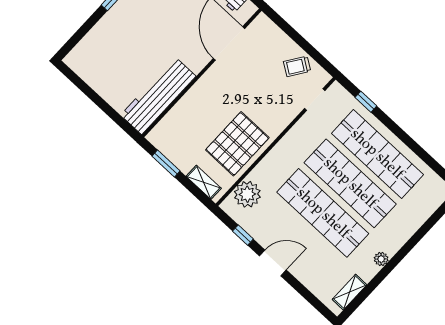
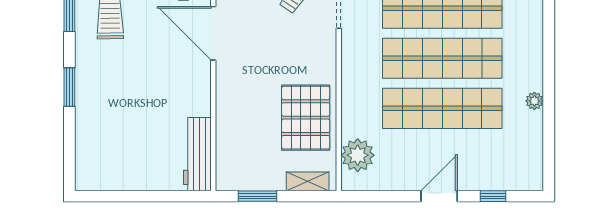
workbench: (158, 96) -> (197, 154), width x0.73, depth x0.76
window: (243, 235) -> (493, 196), moved
shelving: (350, 292) -> (534, 158), removed

